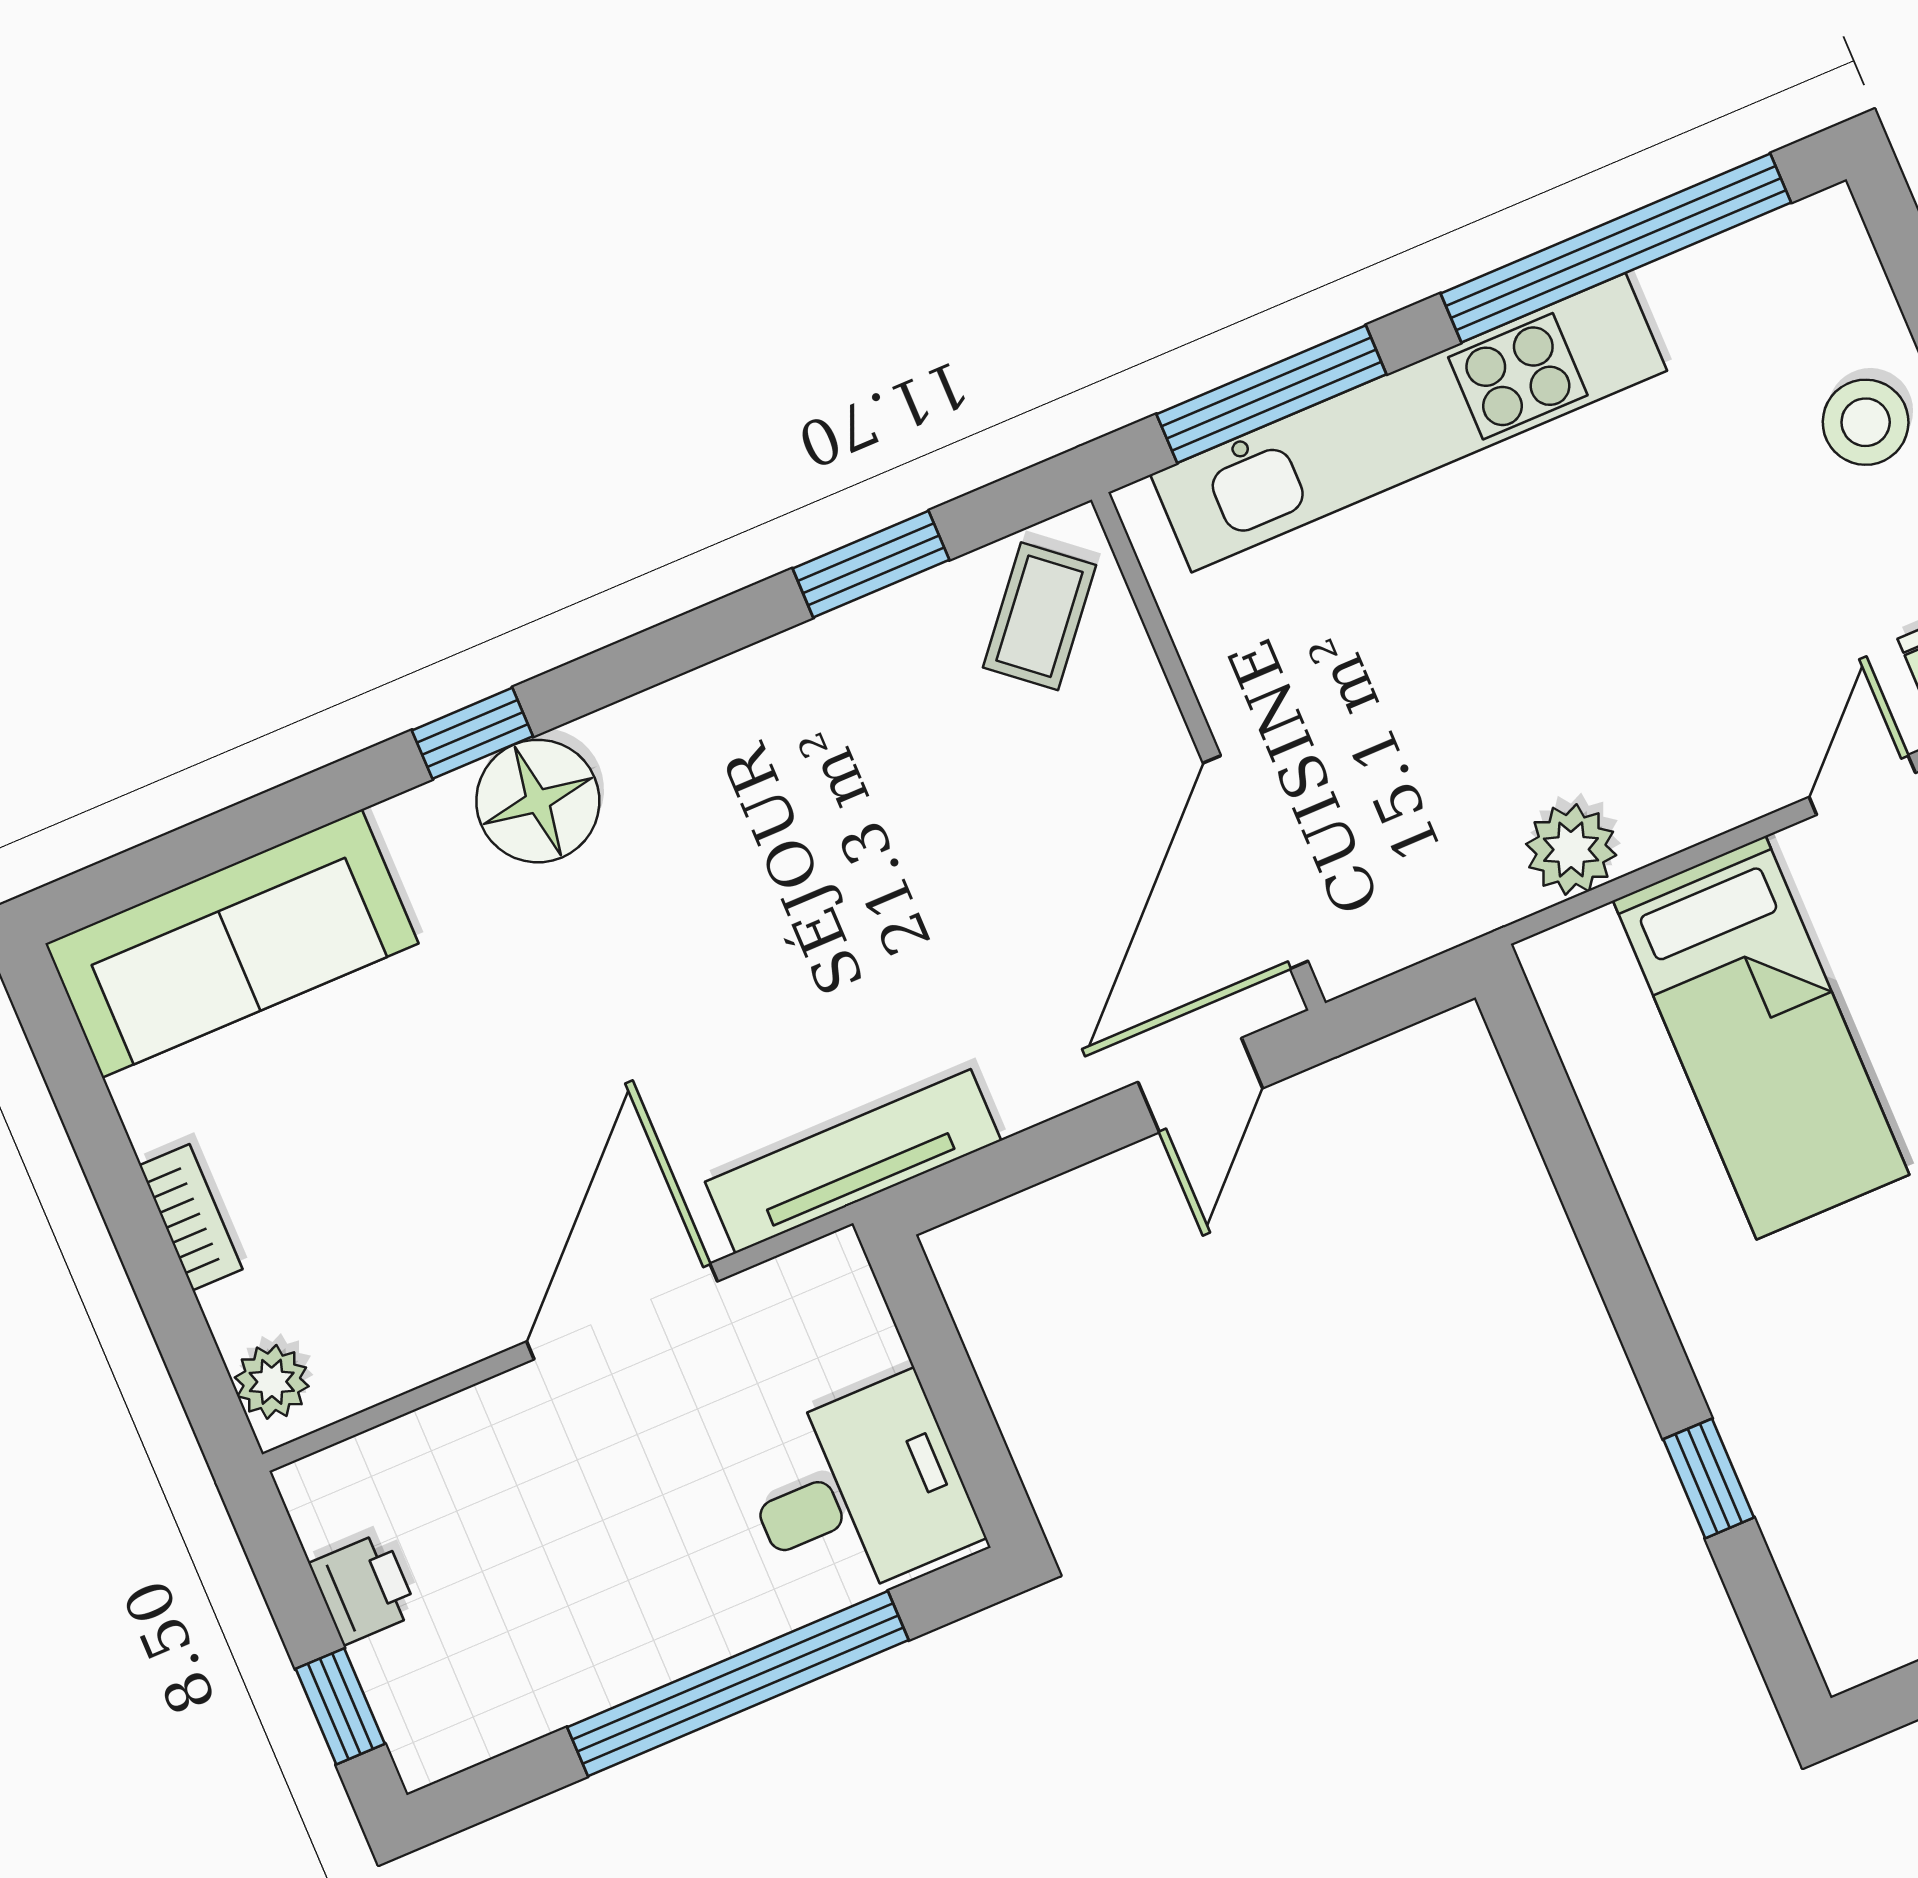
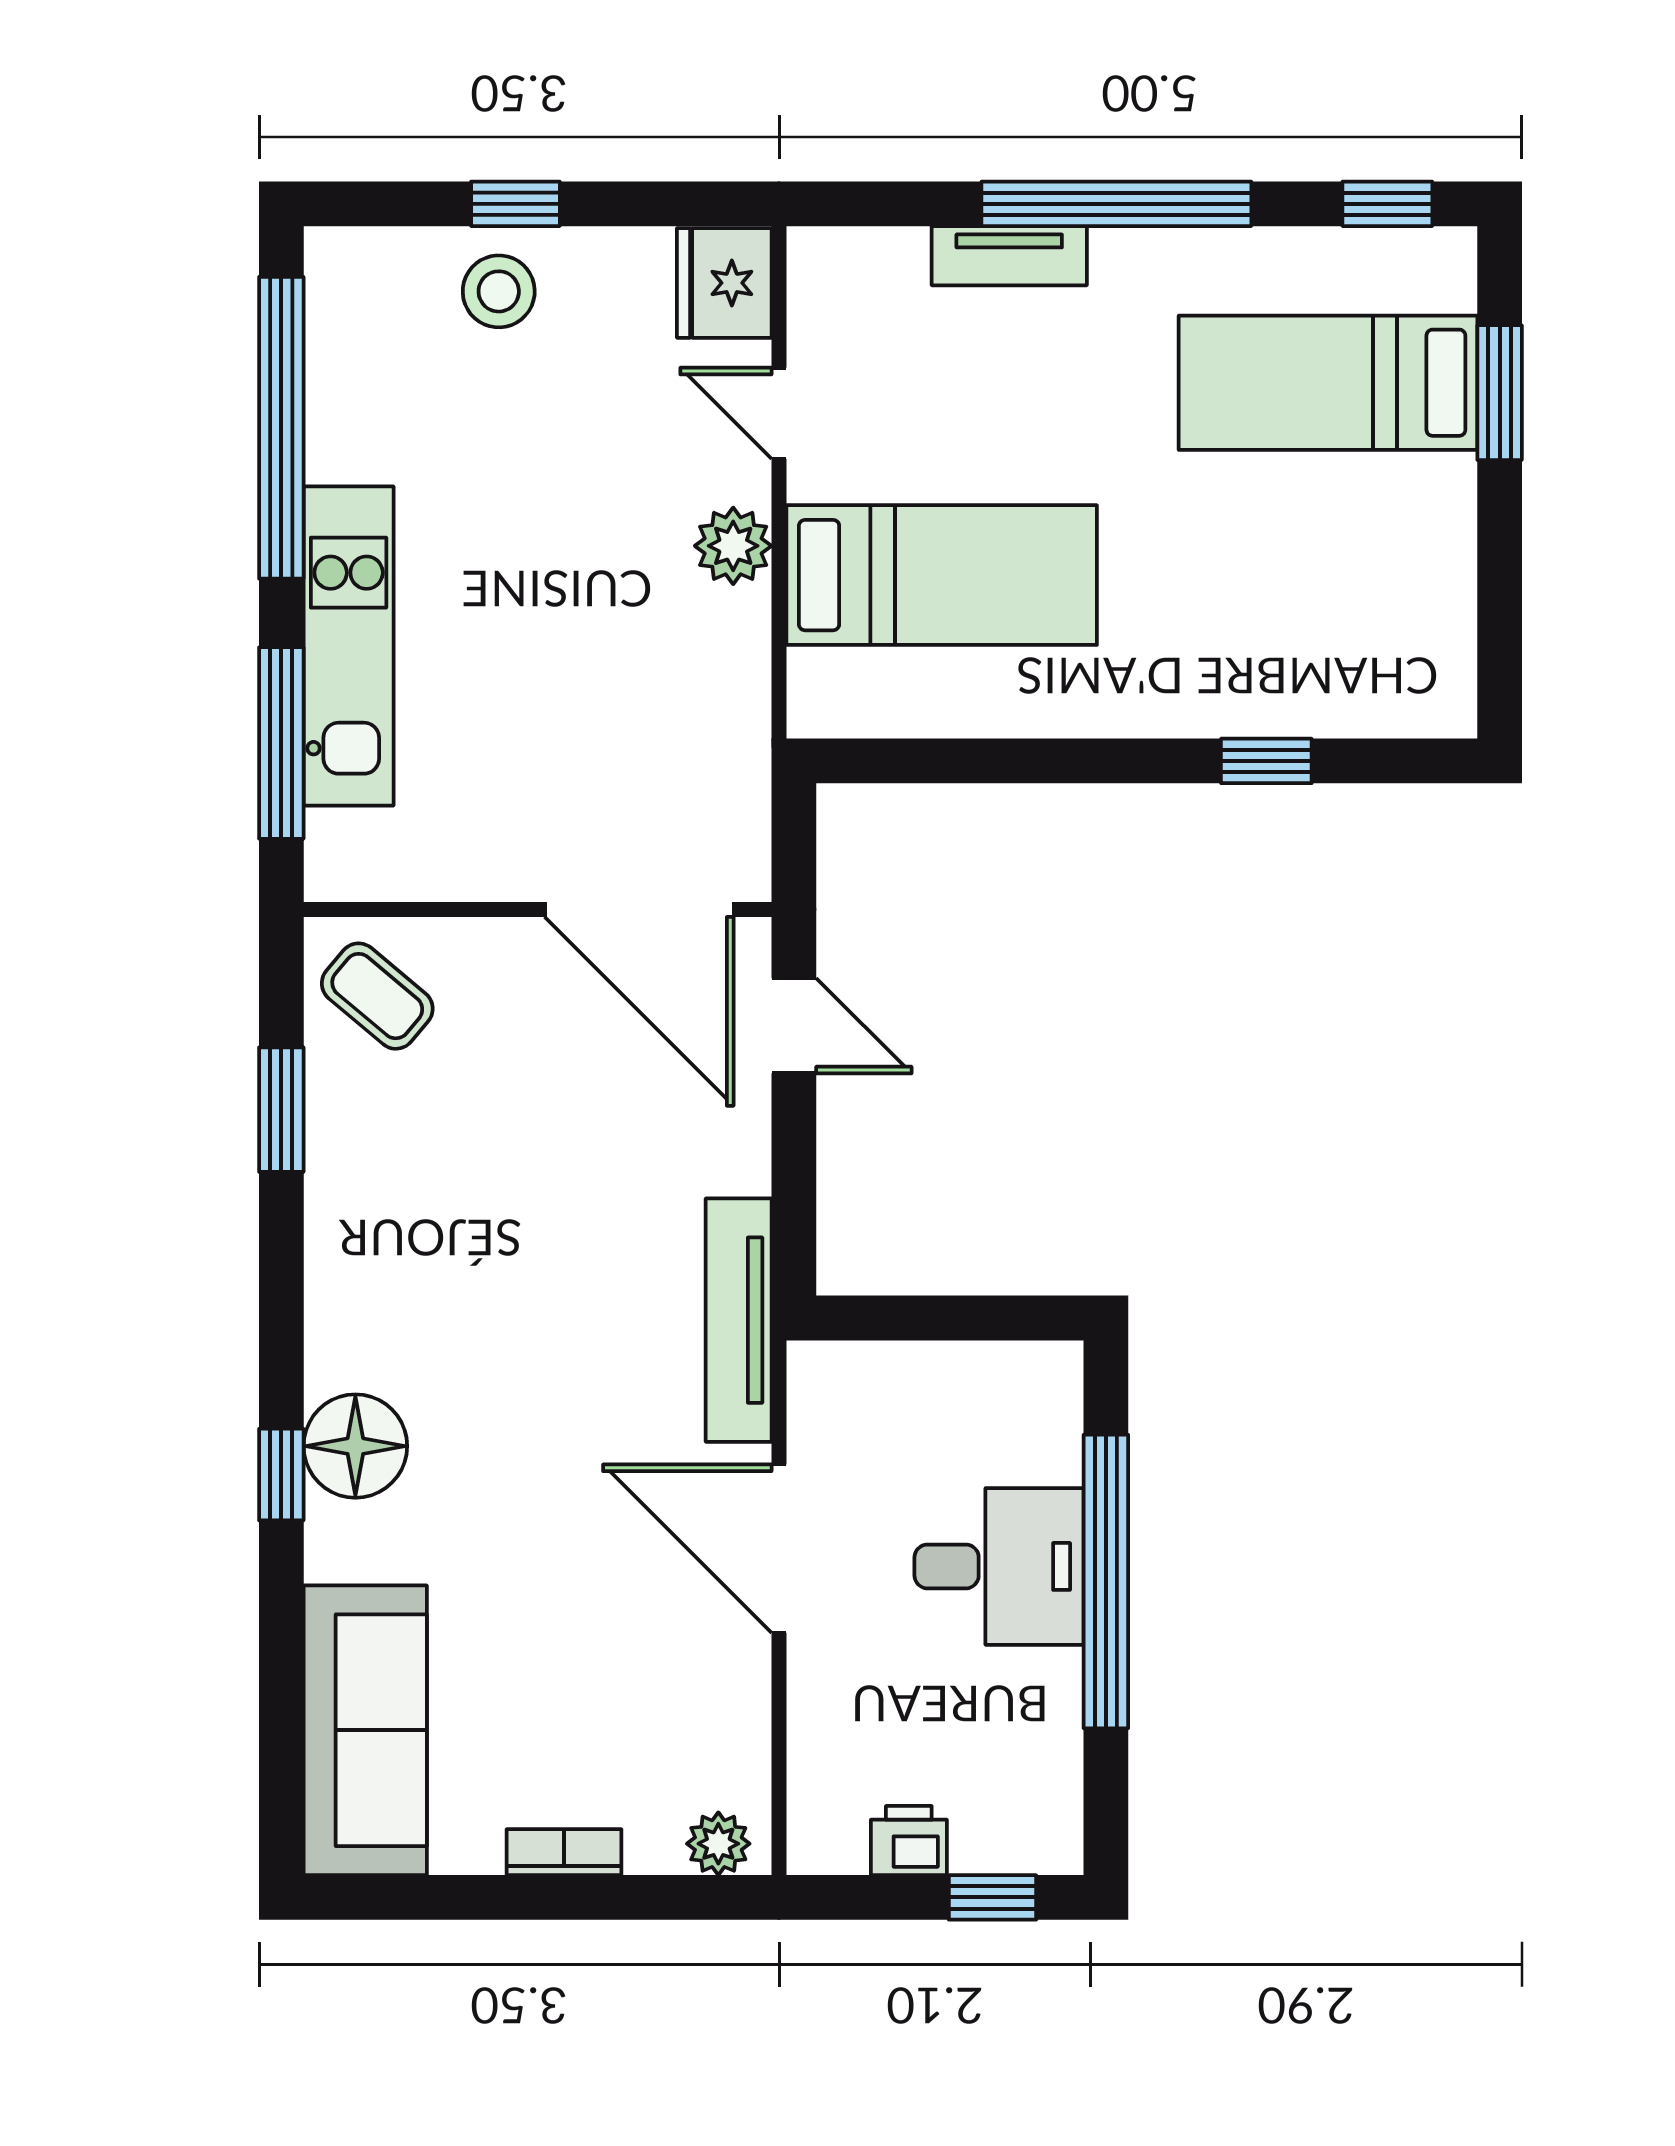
kitchen unit: (1409, 423) -> (349, 646), width x0.73
plant: (1571, 849) -> (733, 546), moved
desk: (858, 1492) -> (999, 1566), moved, turned 90

